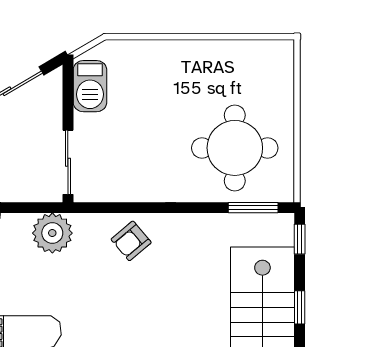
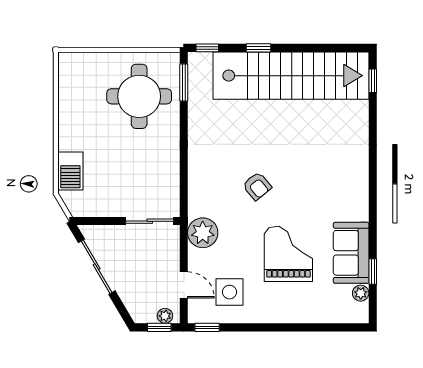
barbecue: (90, 86) -> (70, 171), moved, turned 90
armchair: (131, 241) -> (257, 186), moved

